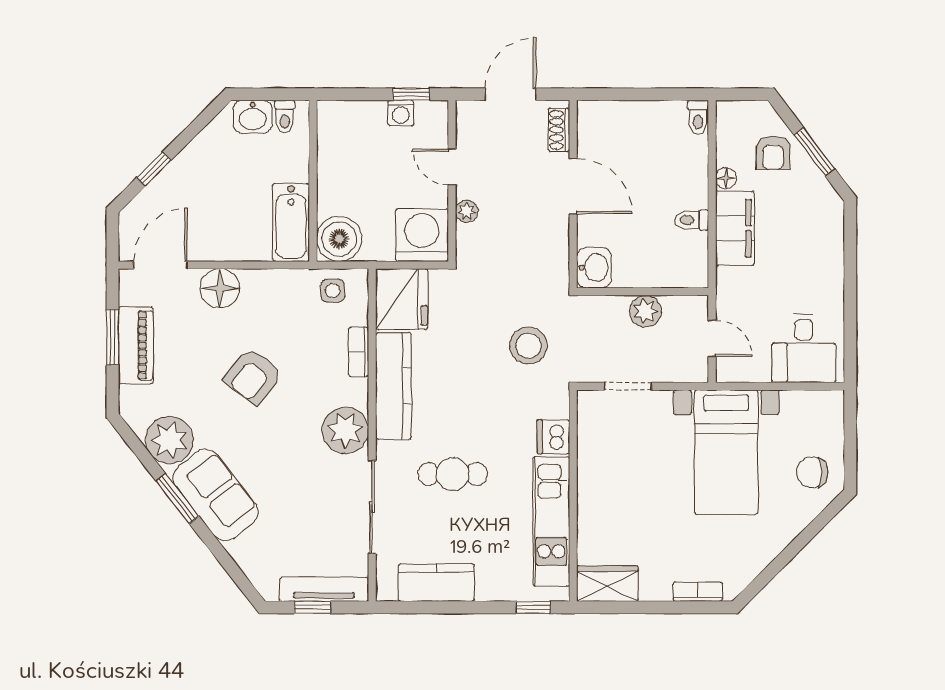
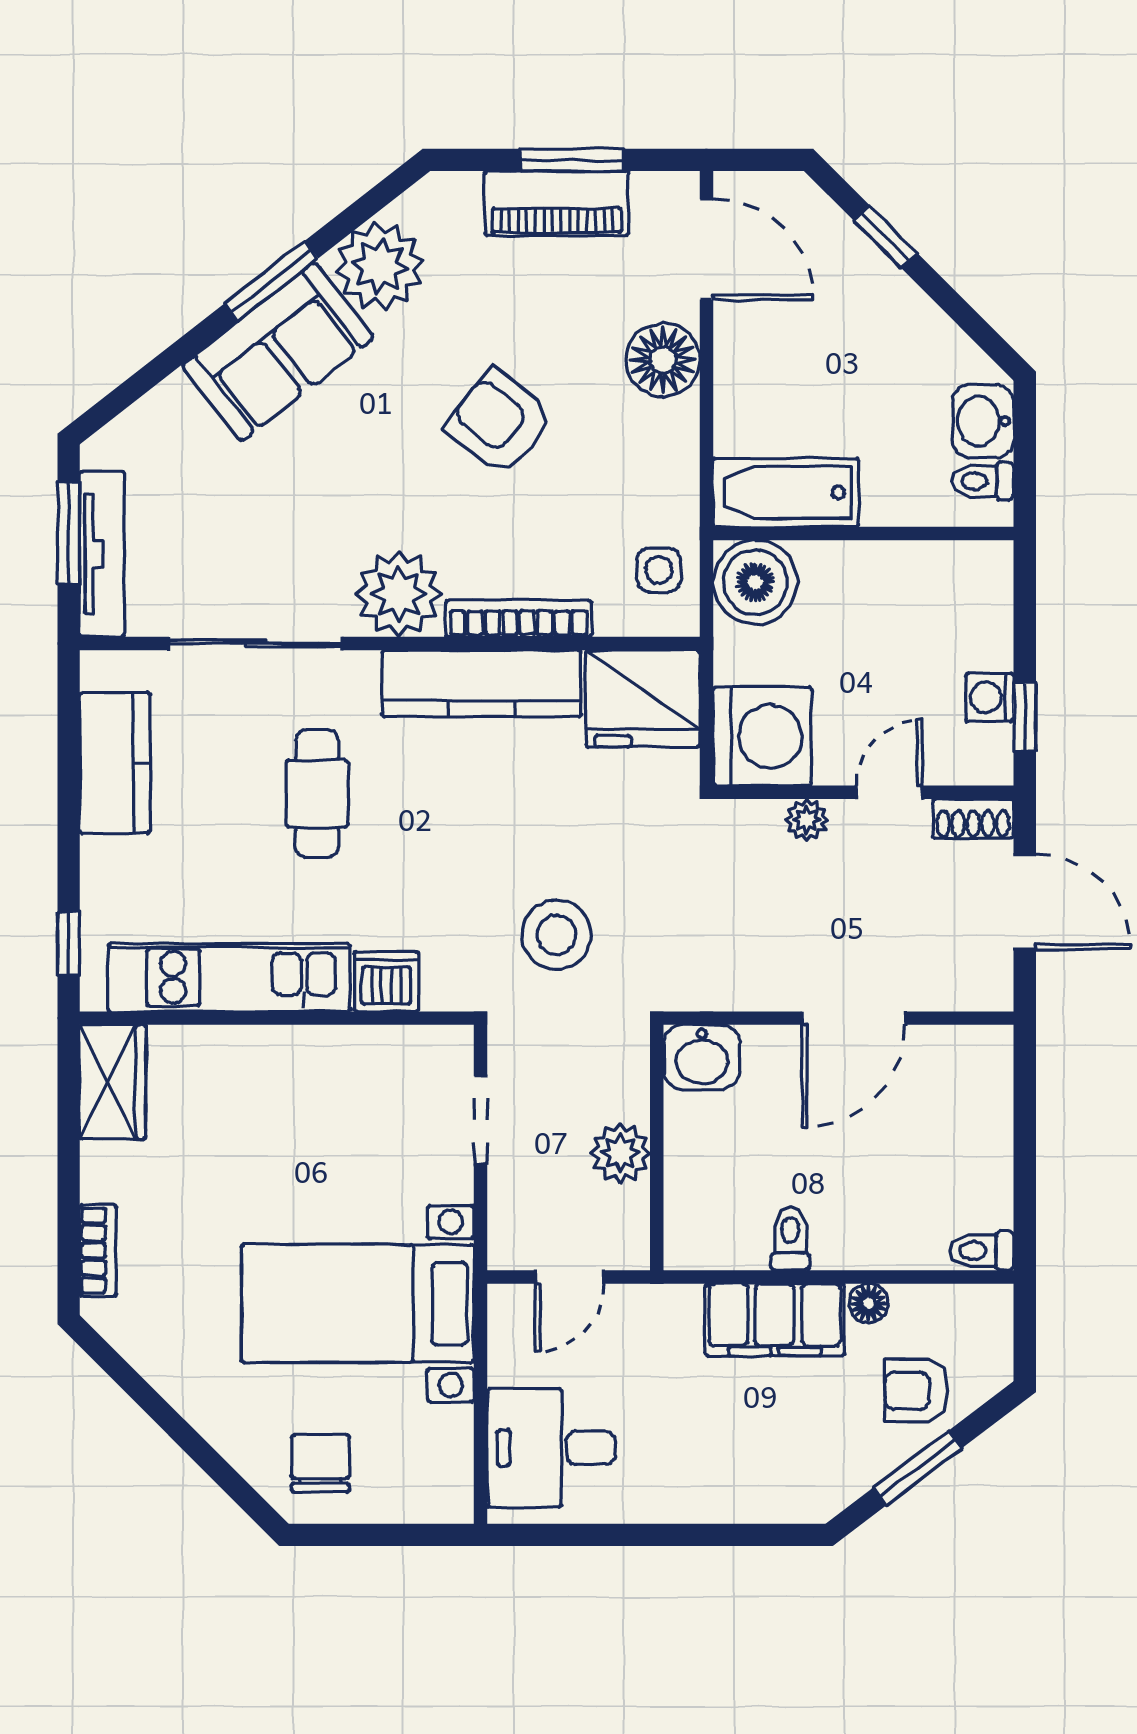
shoe rack: (559, 130) -> (973, 819), moved, turned 180
bookcase: (359, 352) -> (519, 618), width x1.56
window: (313, 607) -> (69, 533), width x1.50

